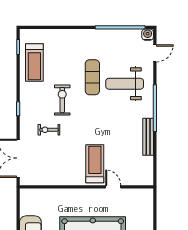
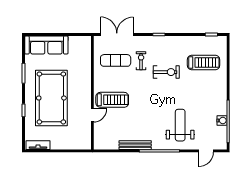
water cooler: (148, 35) -> (222, 120), moved
door: (155, 53) -> (206, 151), hinge flipped
treadmill: (34, 62) -> (204, 62), moved, turned 180
exercise mat: (92, 77) -> (116, 60), moved

